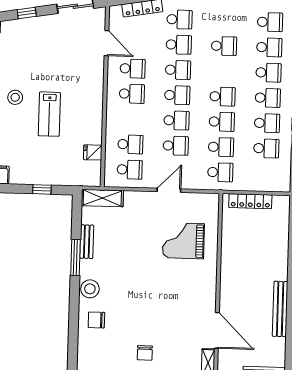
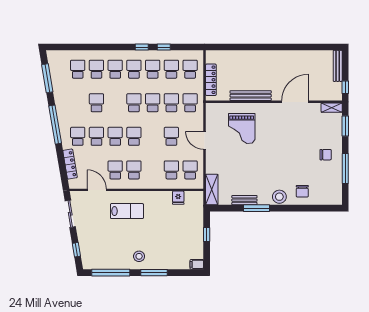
door: (106, 43) -> (97, 190), hinge flipped
lab bench: (49, 114) -> (127, 211), moved
school desk: (176, 120) -> (190, 69), moved
bench: (280, 309) -> (251, 96), moved
door: (217, 330) -> (295, 102), moved

